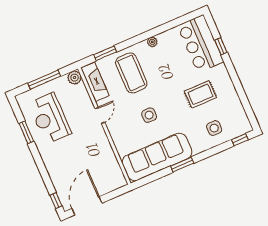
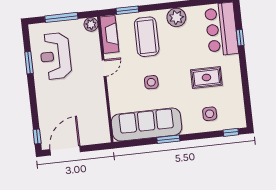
plant: (152, 42) -> (176, 17), width x1.88, depth x1.88

